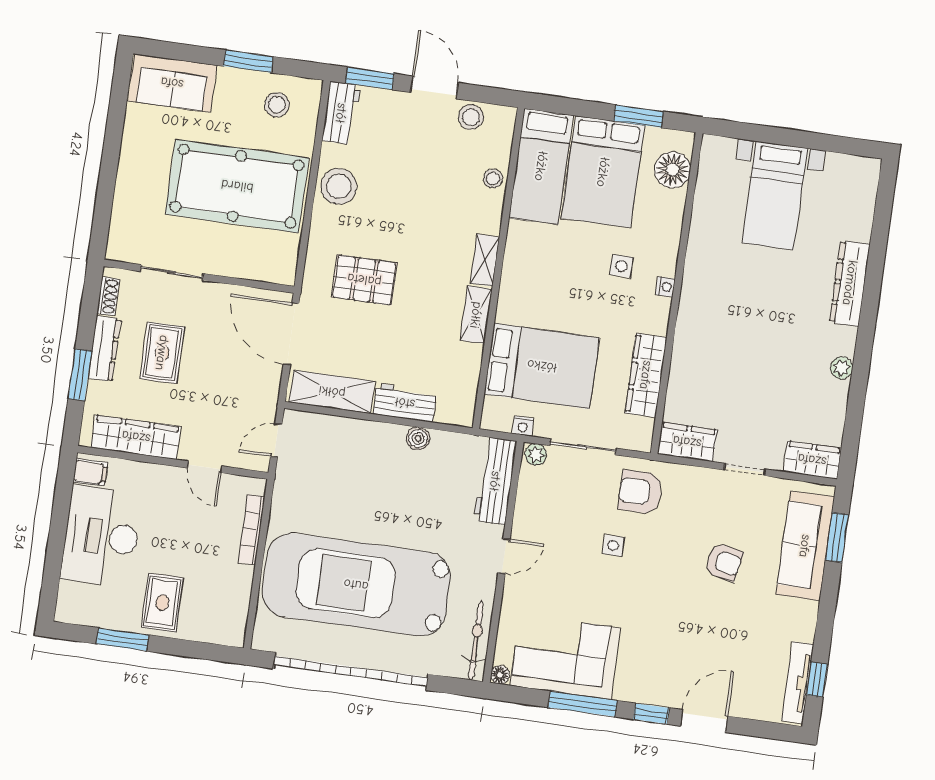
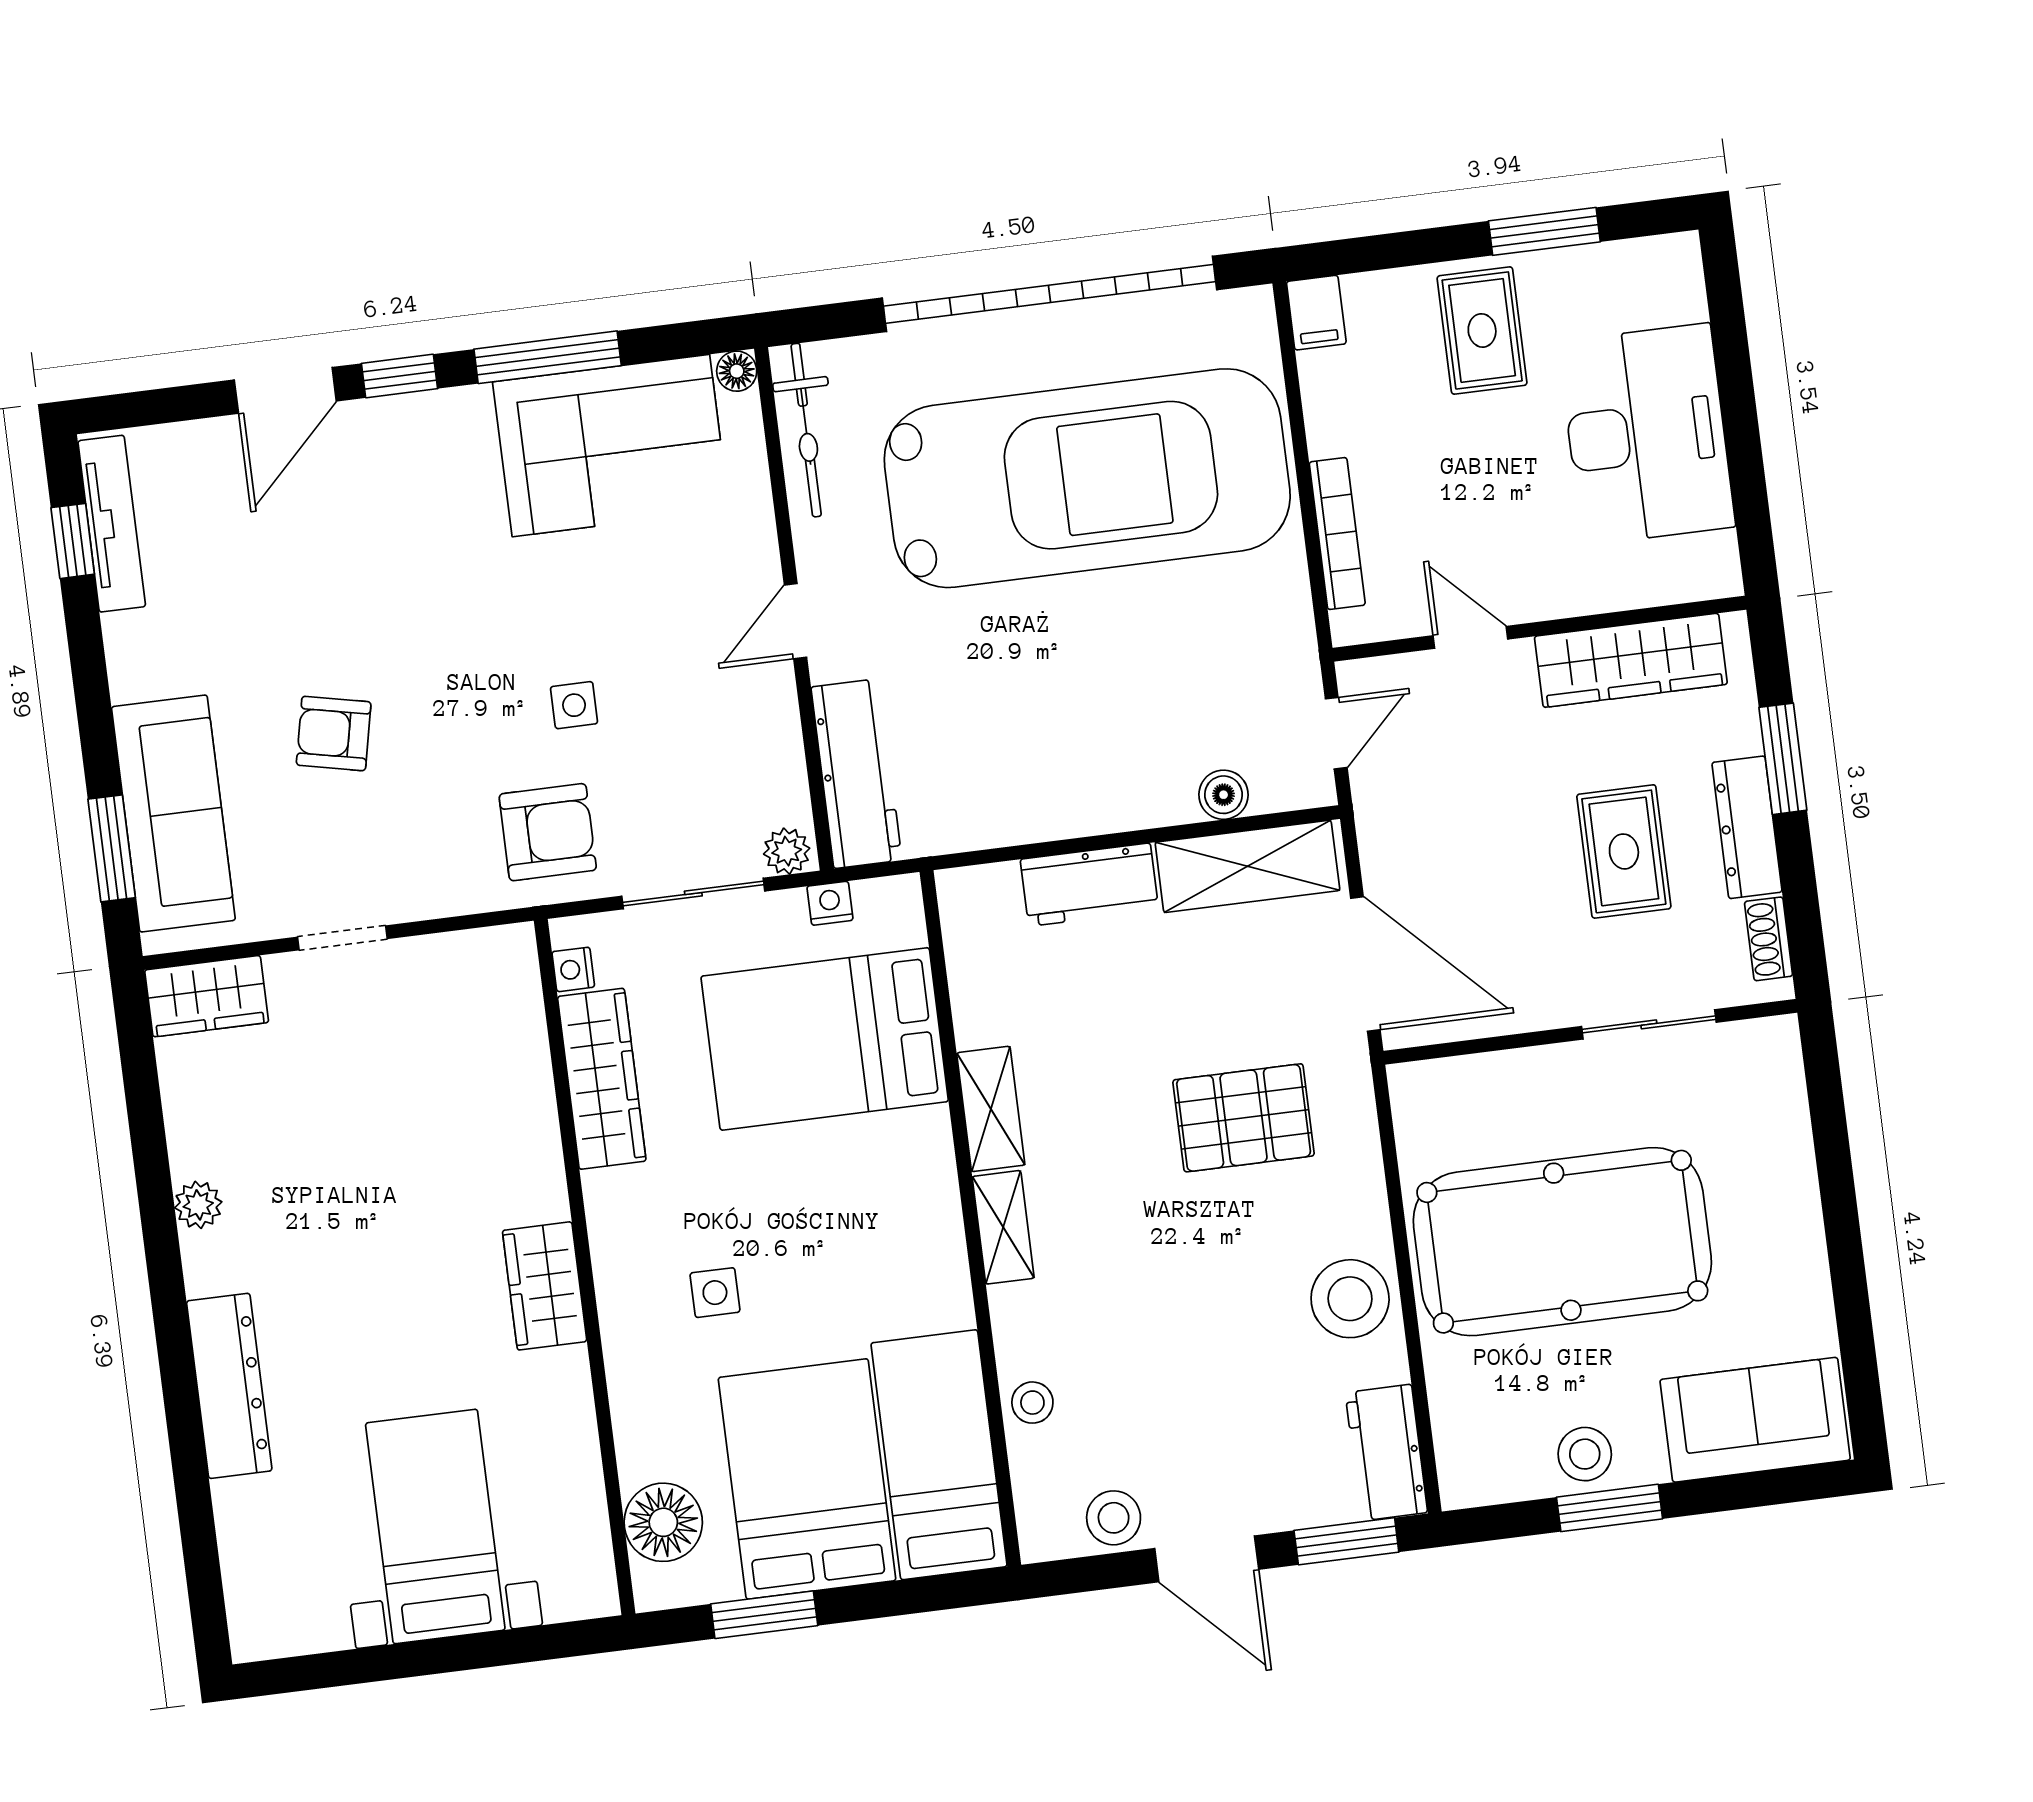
stool: (277, 105) -> (1585, 1454), moved
nightstand: (665, 287) -> (573, 969), moved
boiler: (418, 438) -> (1224, 795), moved
wardrobe: (687, 442) -> (545, 1286), moved, turned 90
filing cabinet: (90, 472) -> (1316, 313), moved, turned -90

